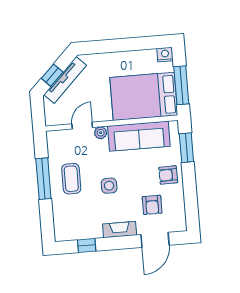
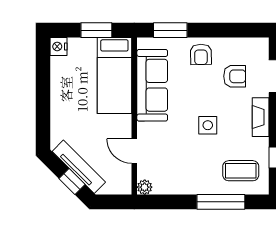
window: (181, 85) -> (96, 30), width x0.69
bed: (144, 96) -> (114, 76), width x0.67
plant: (101, 133) -> (145, 187), moved
window: (43, 179) -> (221, 202), moved
coffee table: (71, 179) -> (241, 171), moved

